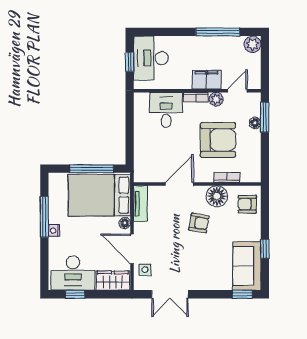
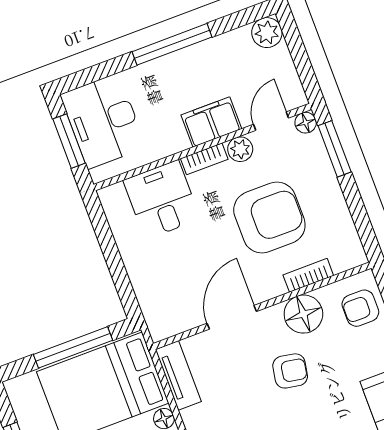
window: (218, 32) -> (172, 44), moved
window: (130, 62) -> (69, 141), width x1.50
floor lamp: (255, 123) -> (306, 123), moved

